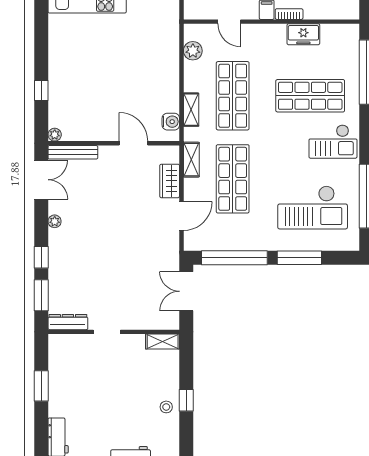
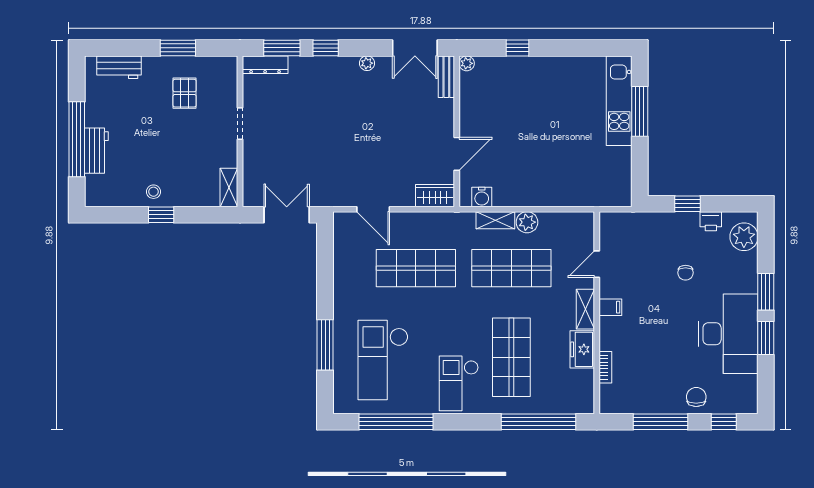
bookcase: (289, 14) -> (605, 367), moved
plant: (193, 51) -> (527, 222), moved
bench: (73, 152) -> (446, 77), width x0.73
shelving: (191, 160) -> (585, 309), moved, turned 90
wardrobe: (170, 181) -> (435, 196), moved
window: (234, 258) -> (325, 270), removed
dresser: (68, 322) -> (265, 65), moved, turned 90
pallet: (81, 380) -> (185, 93), added

